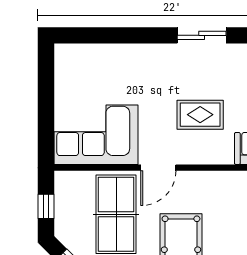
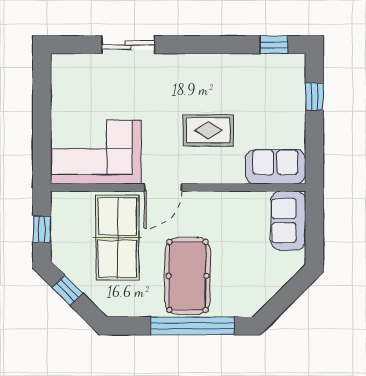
sliding door: (202, 35) -> (128, 45), moved

